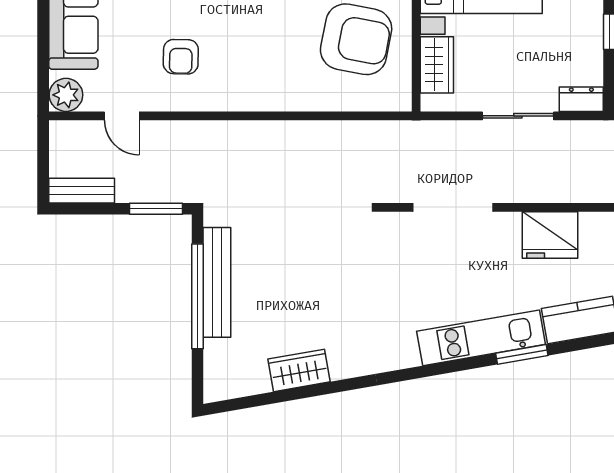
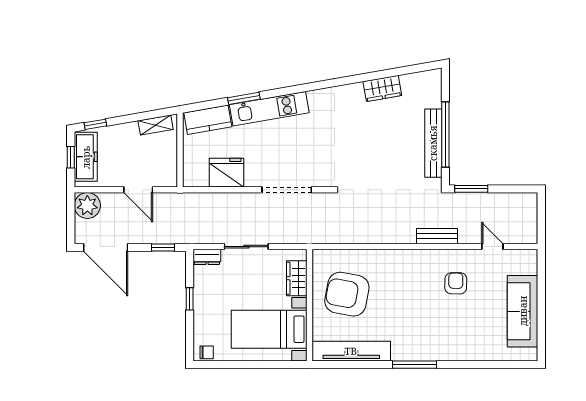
plant: (66, 95) -> (527, 260), removed
bench: (82, 191) -> (437, 236), moved

